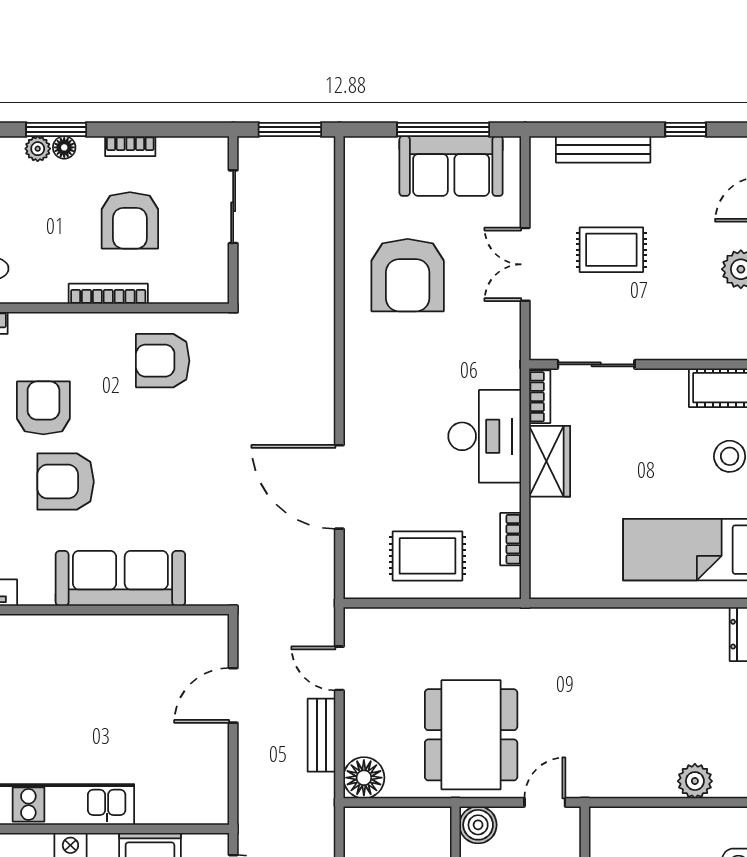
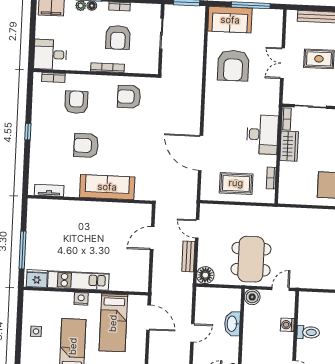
sofa: (451, 166) -> (230, 20), moved
armchair: (43, 408) -> (76, 102), moved

